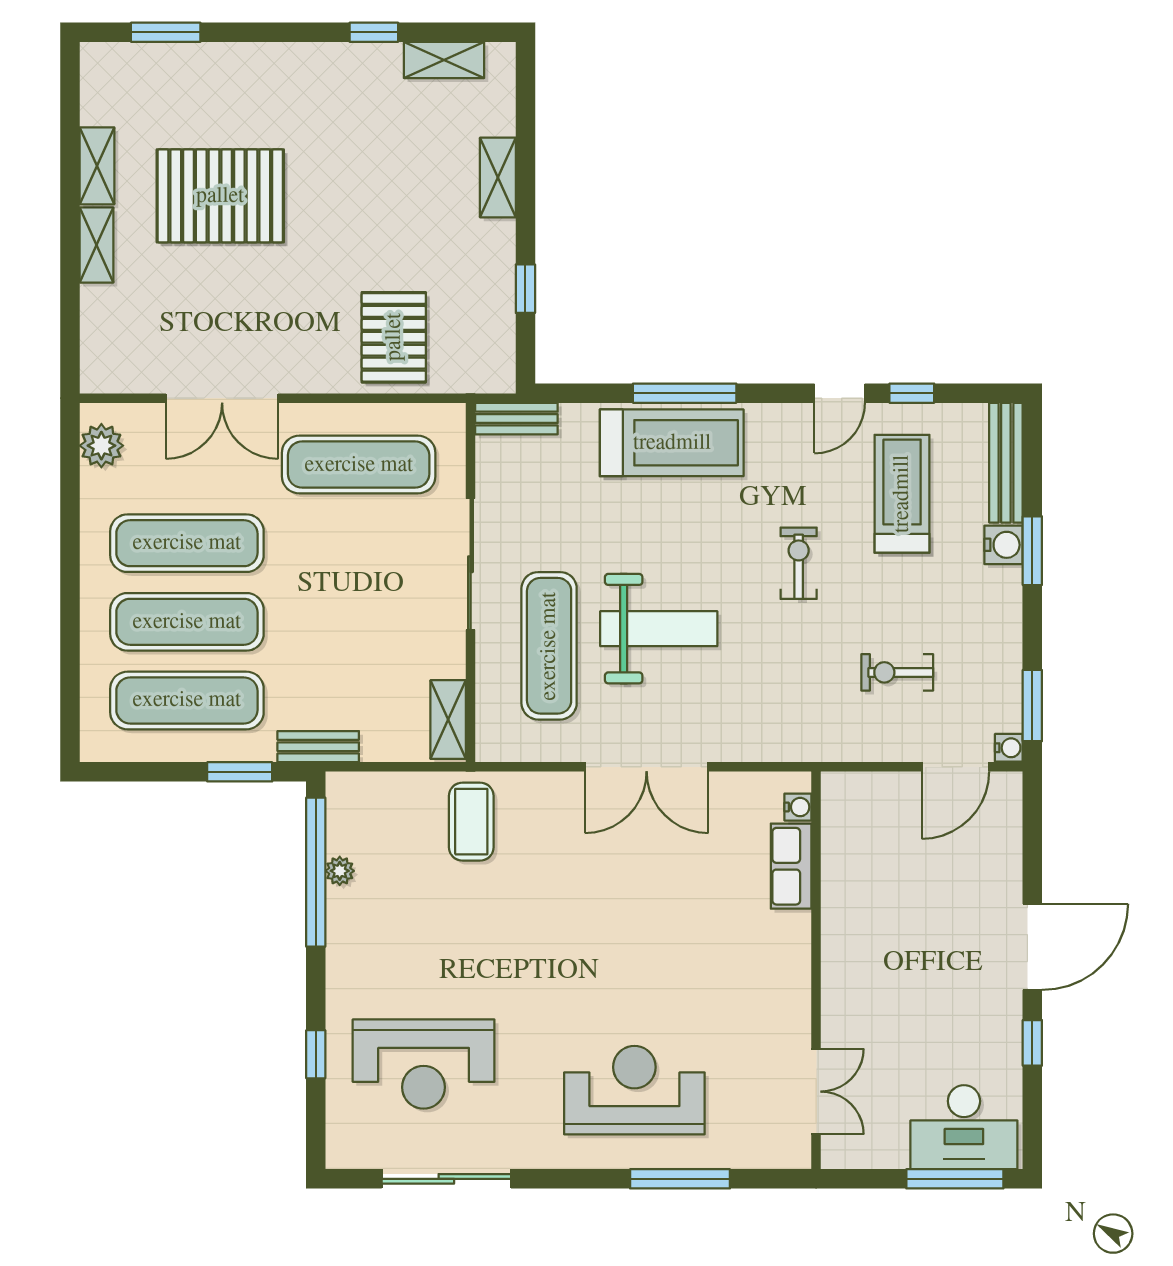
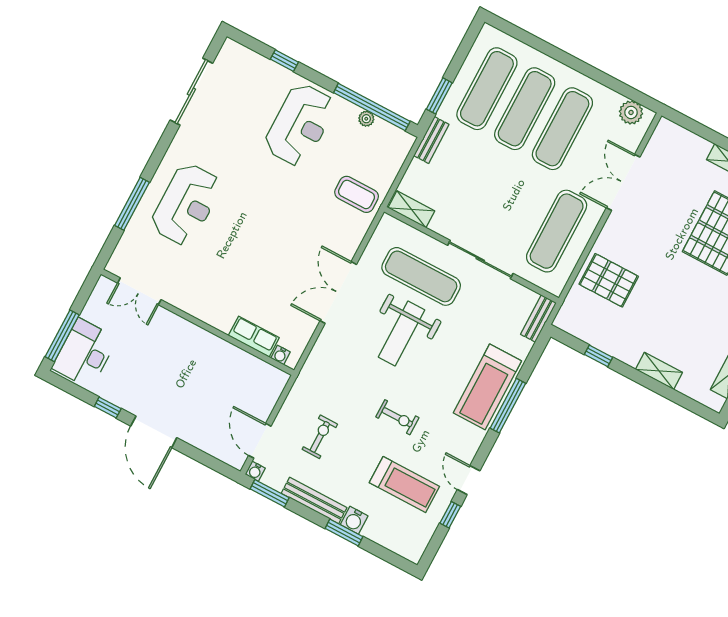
bench: (1006, 463) -> (314, 501), moved
reception desk: (424, 1064) -> (300, 125), moved, turned 180

